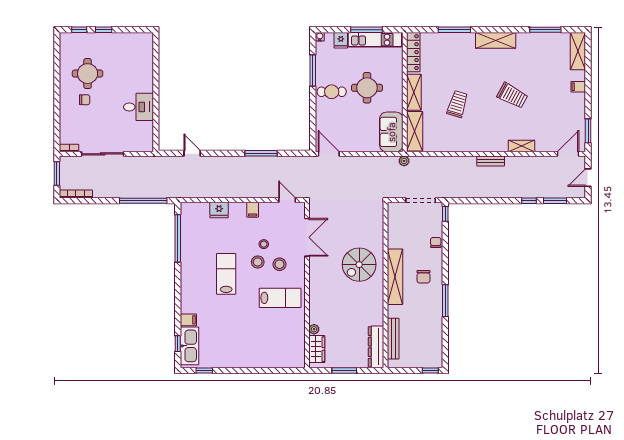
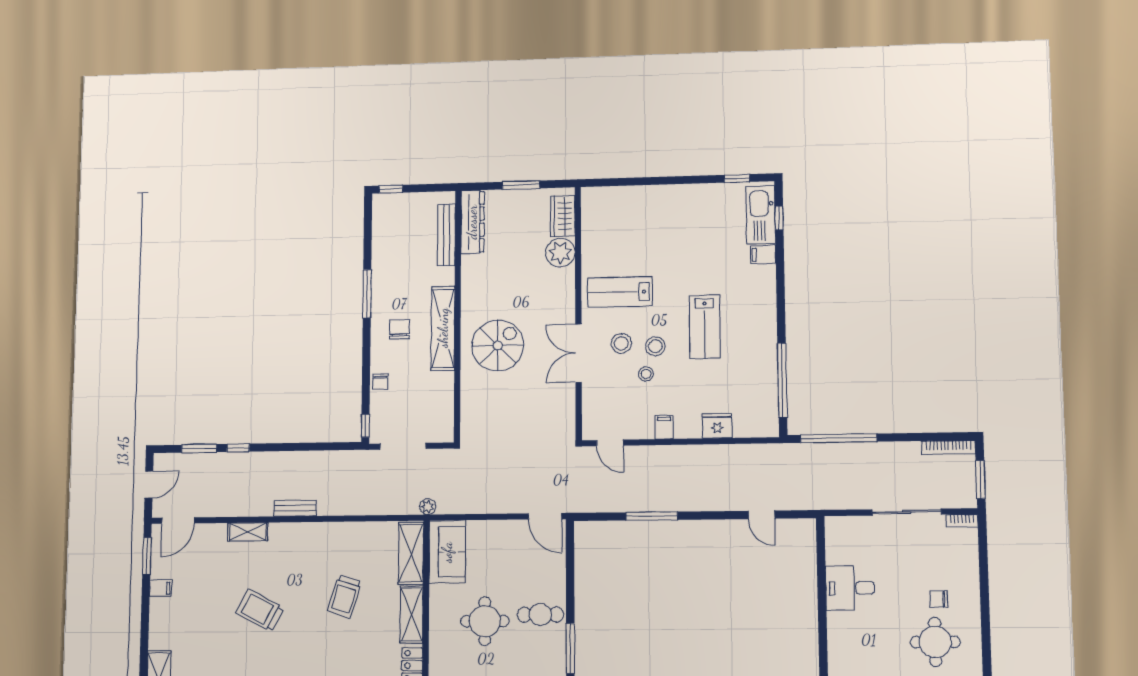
filing cabinet: (578, 87) -> (161, 588), moved
double door: (307, 237) -> (578, 353), moved
plant: (314, 329) -> (560, 253), width x1.88, depth x1.88

